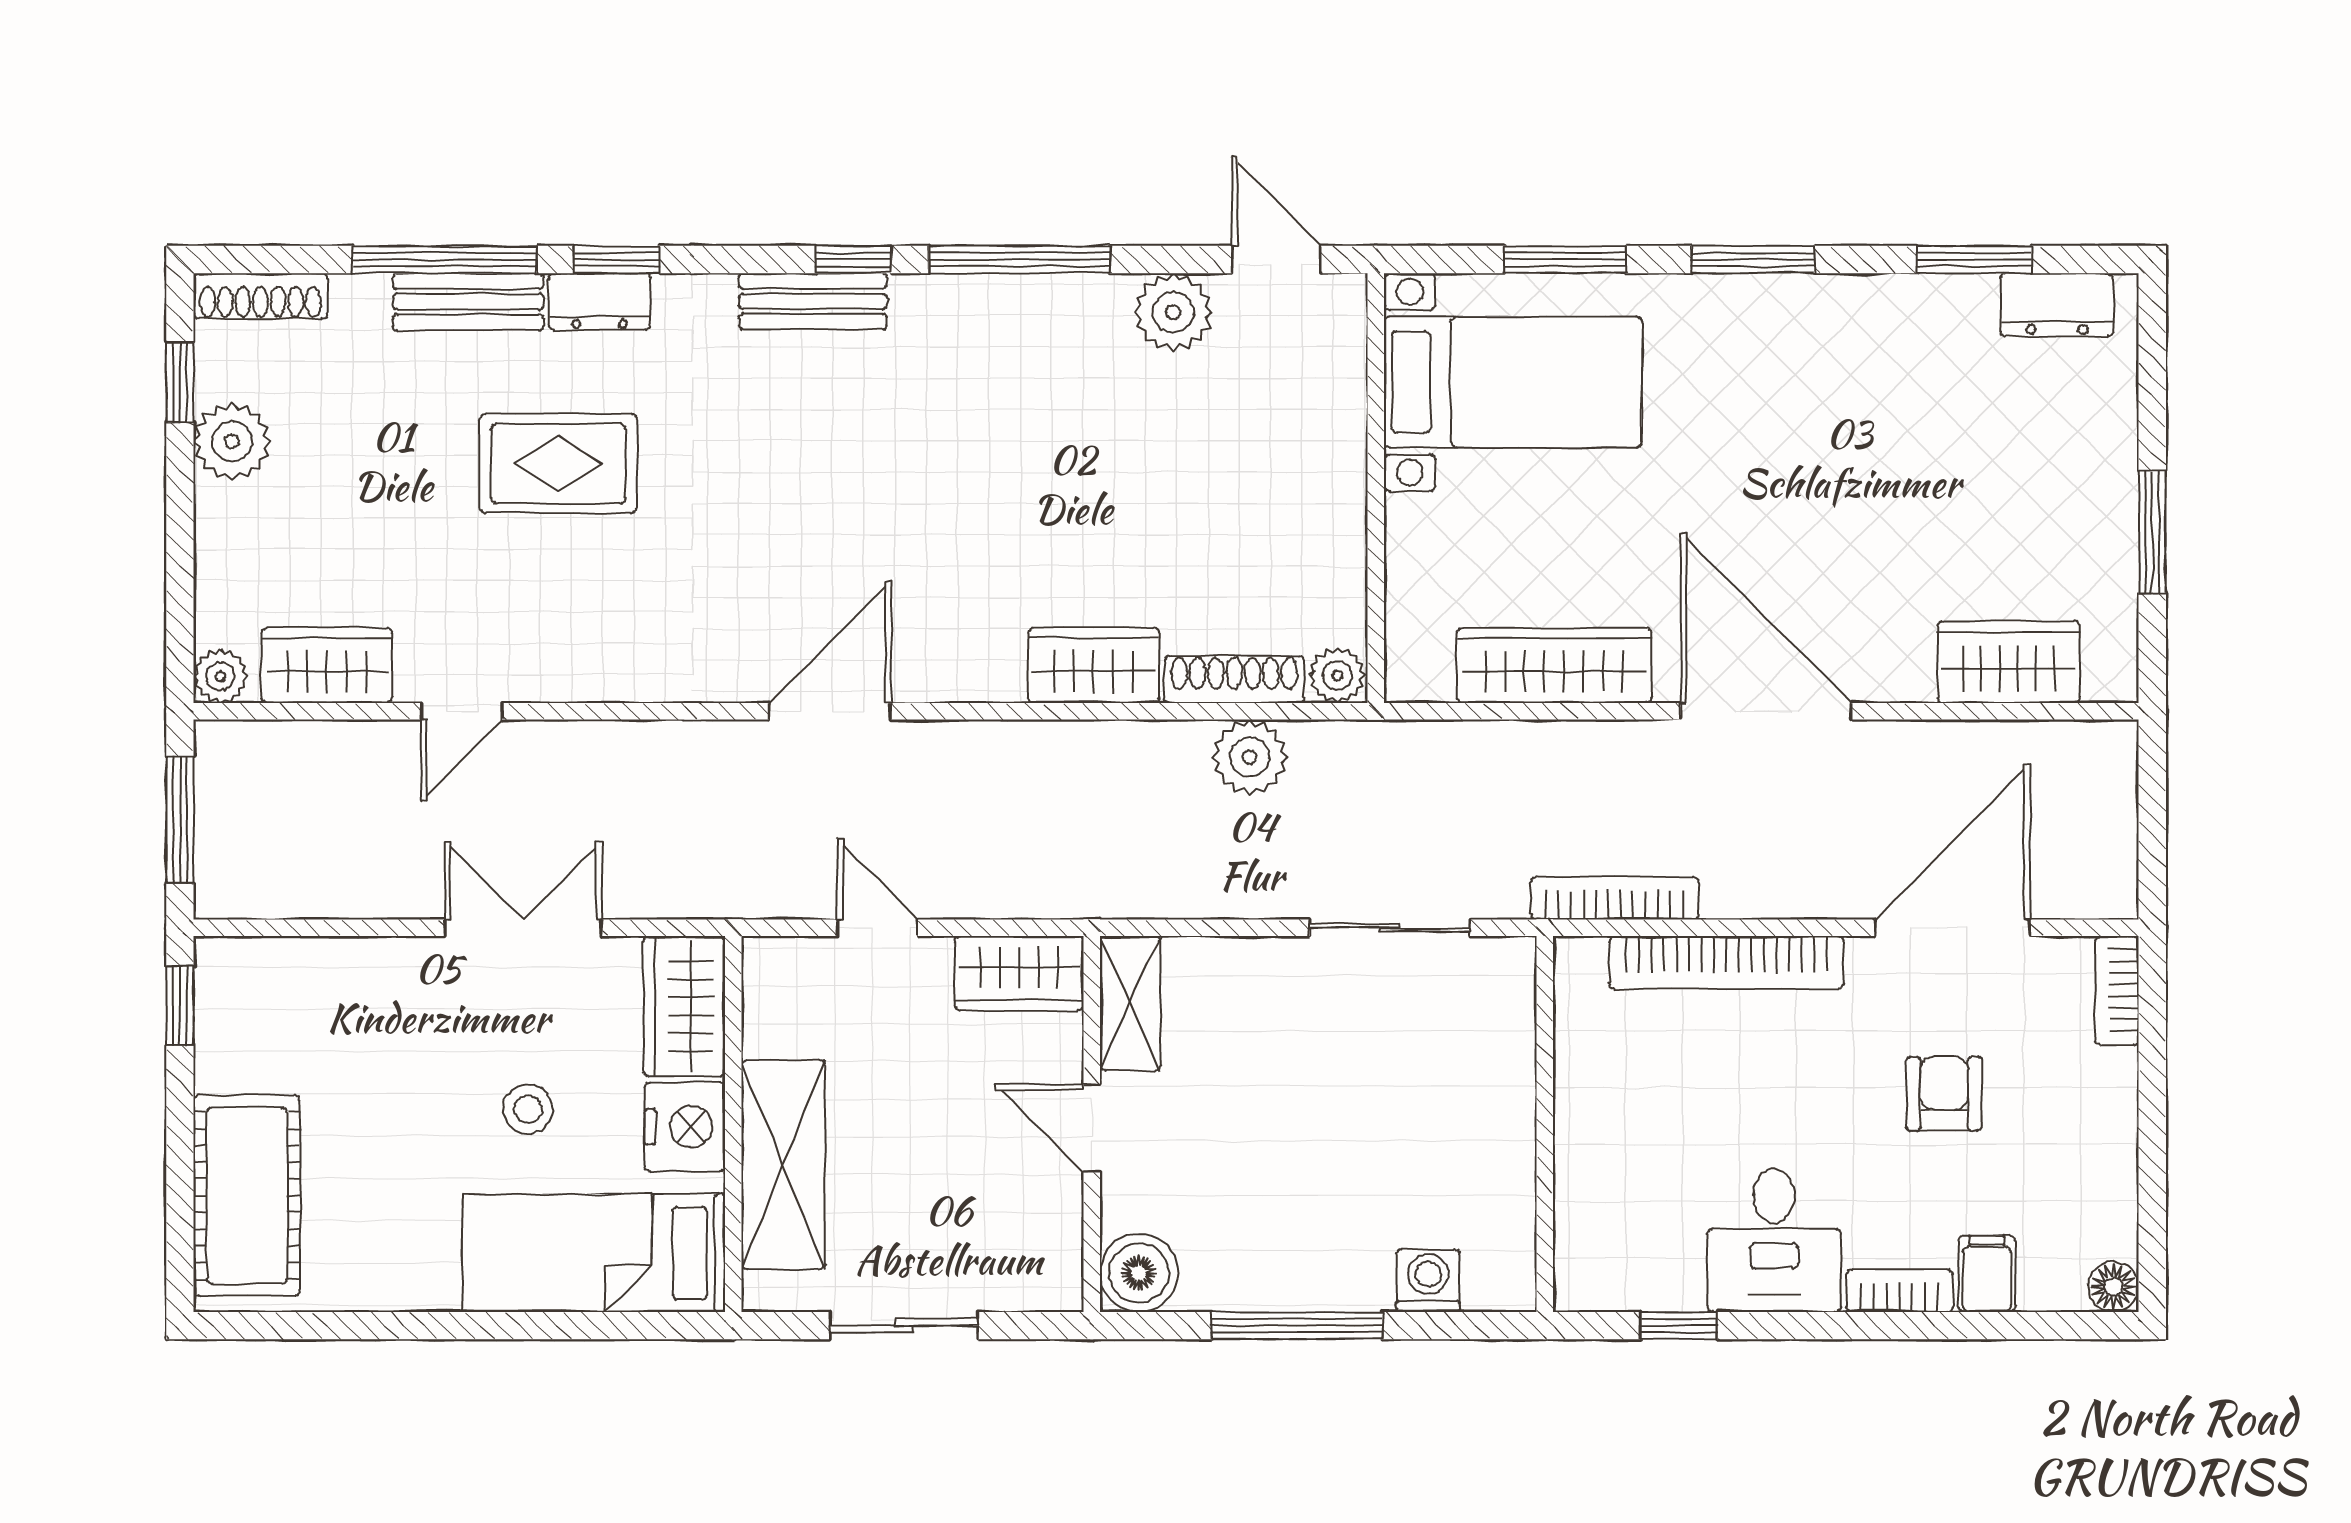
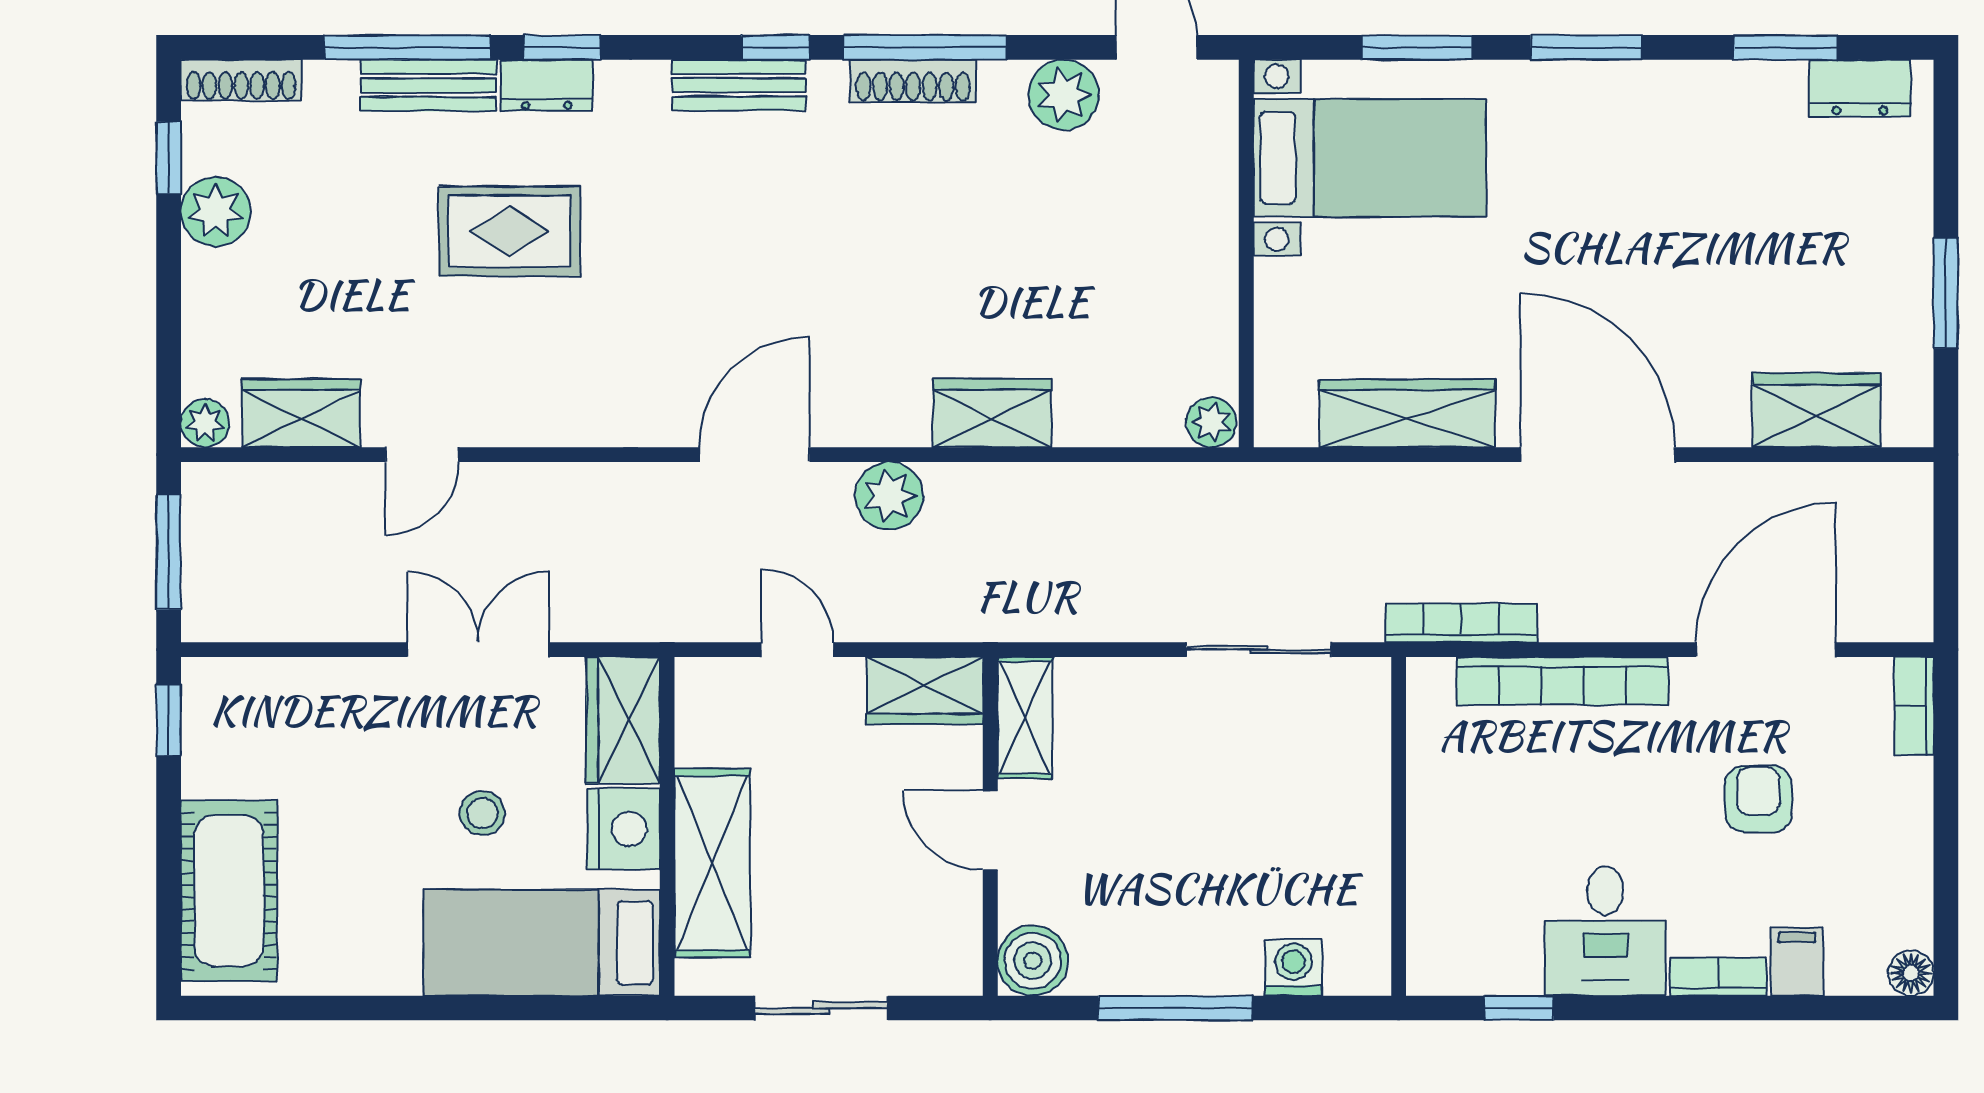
shoe rack: (1234, 680) -> (913, 81), moved, turned 180
plant: (1250, 757) -> (889, 496), moved

